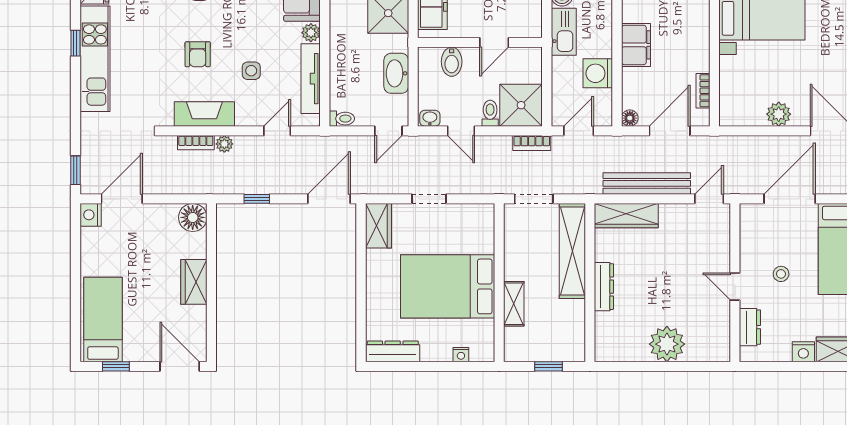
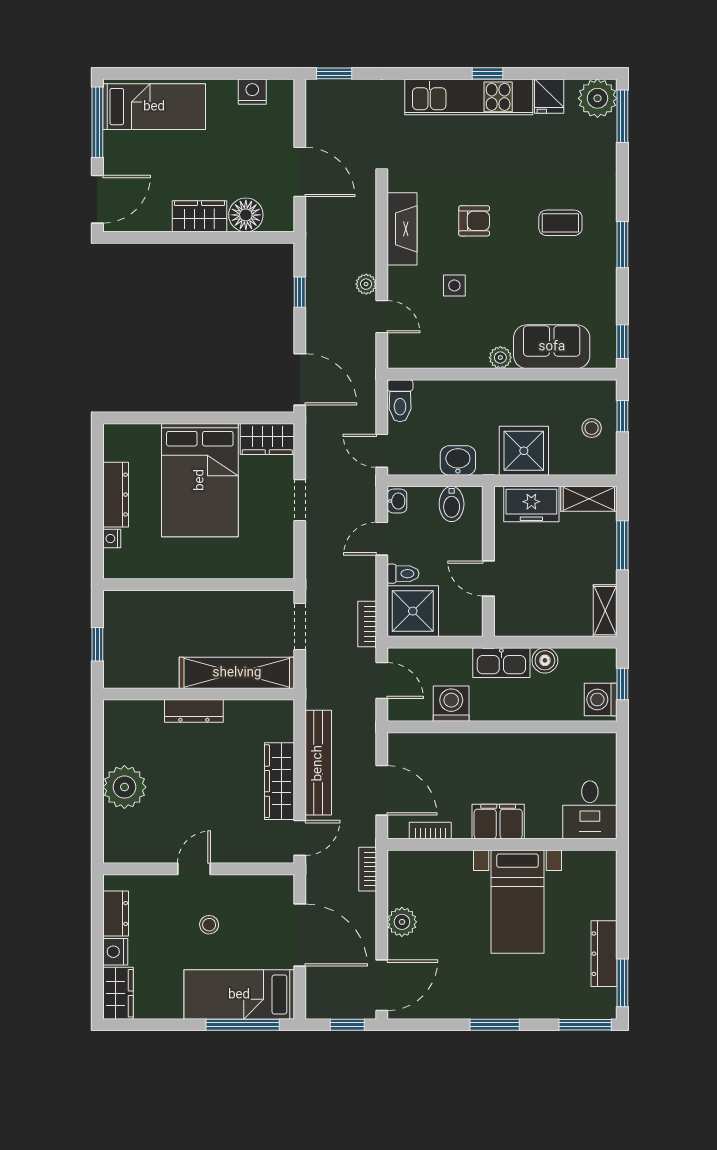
filing cabinet: (636, 45) -> (498, 822), moved, turned 180
armchair: (198, 54) -> (474, 221), turned 180
bidet: (452, 62) -> (452, 504), moved, turned -90
washbasin: (396, 73) -> (458, 460), width x0.72
tv unit: (311, 79) -> (445, 357), removed
floor lamp: (630, 118) -> (397, 742), removed
toilet: (342, 119) -> (400, 401), width x1.37, depth x1.39
bookcase: (196, 143) -> (368, 869), moved
plant: (224, 144) -> (366, 284), moved
door: (122, 199) -> (300, 172), moved
door: (709, 199) -> (300, 838), hinge flipped
nightstand: (91, 215) -> (252, 92), moved
wardrobe: (626, 216) -> (279, 781), moved
floor lamp: (193, 217) -> (246, 215), moved
bed: (448, 286) -> (200, 480), moved, turned 180
shelving: (514, 304) -> (173, 602), removed
dresser: (750, 327) -> (116, 913), moved, turned -90
dresser: (393, 351) -> (116, 495), moved
window: (116, 366) -> (97, 122), width x2.17

